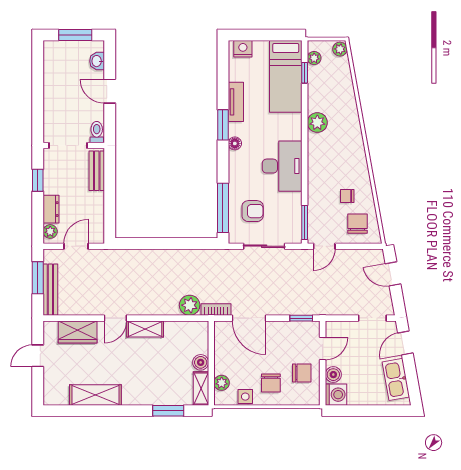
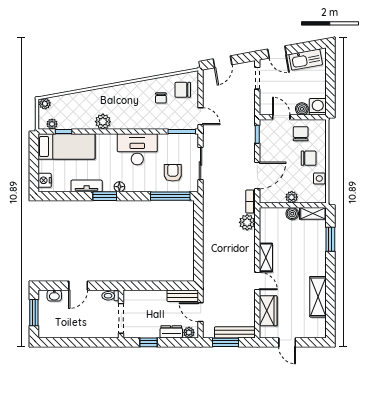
bench: (97, 171) -> (183, 296), moved
plant: (222, 383) -> (292, 197), moved

